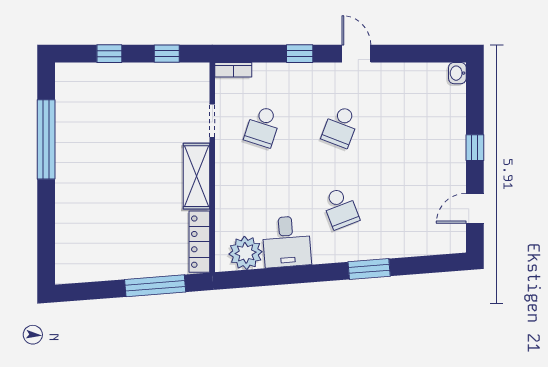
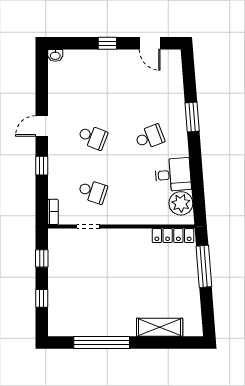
shelving: (196, 176) -> (160, 327), moved

